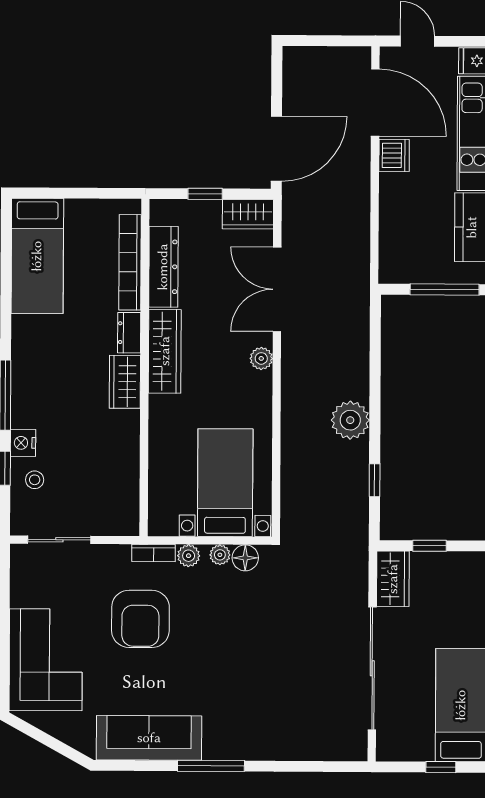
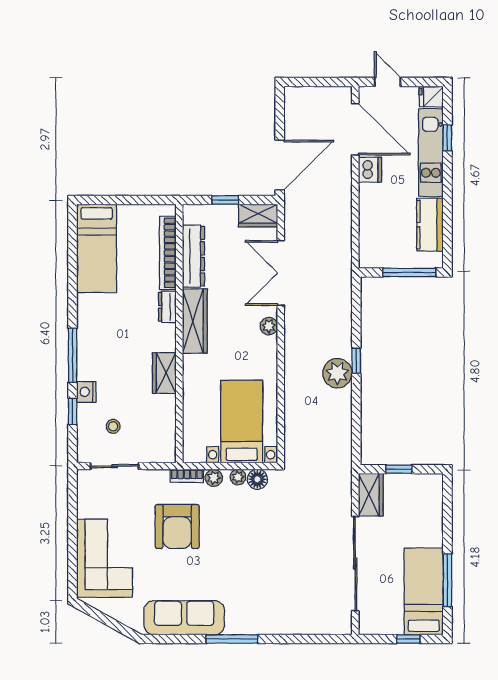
wardrobe: (125, 382) -> (164, 373), moved
stool: (35, 480) -> (113, 426), moved
window: (375, 480) -> (356, 361), moved

